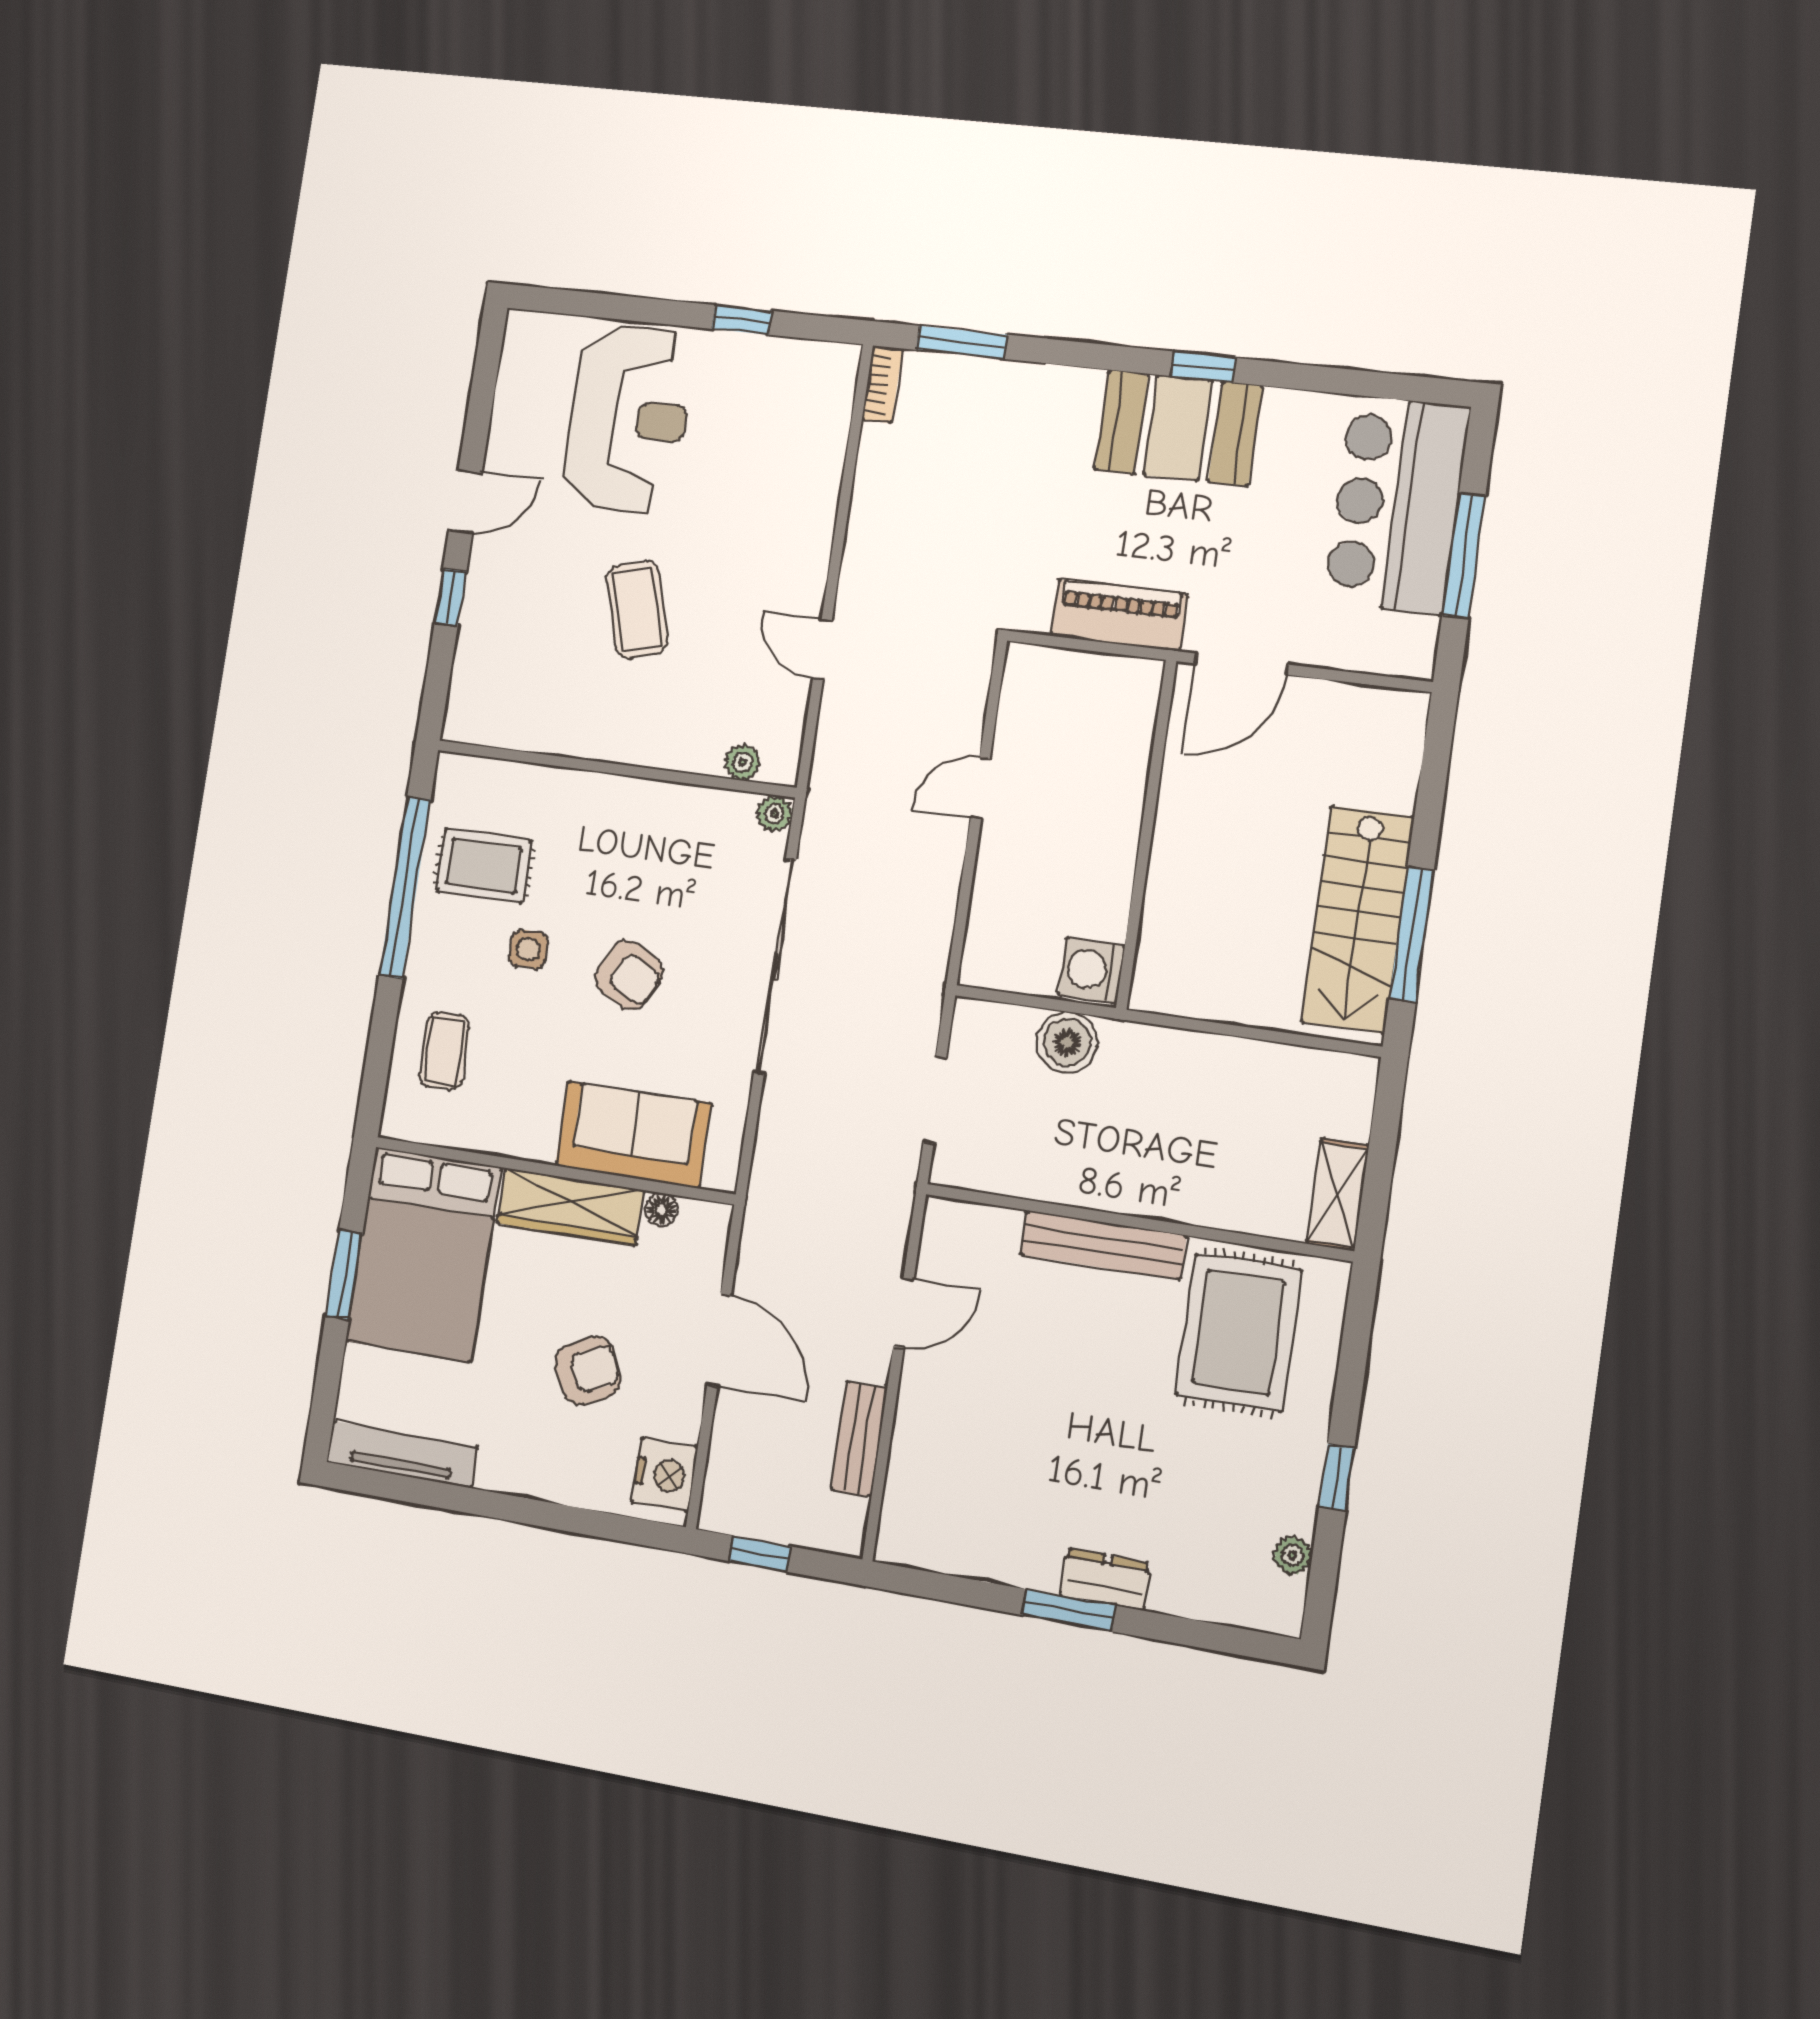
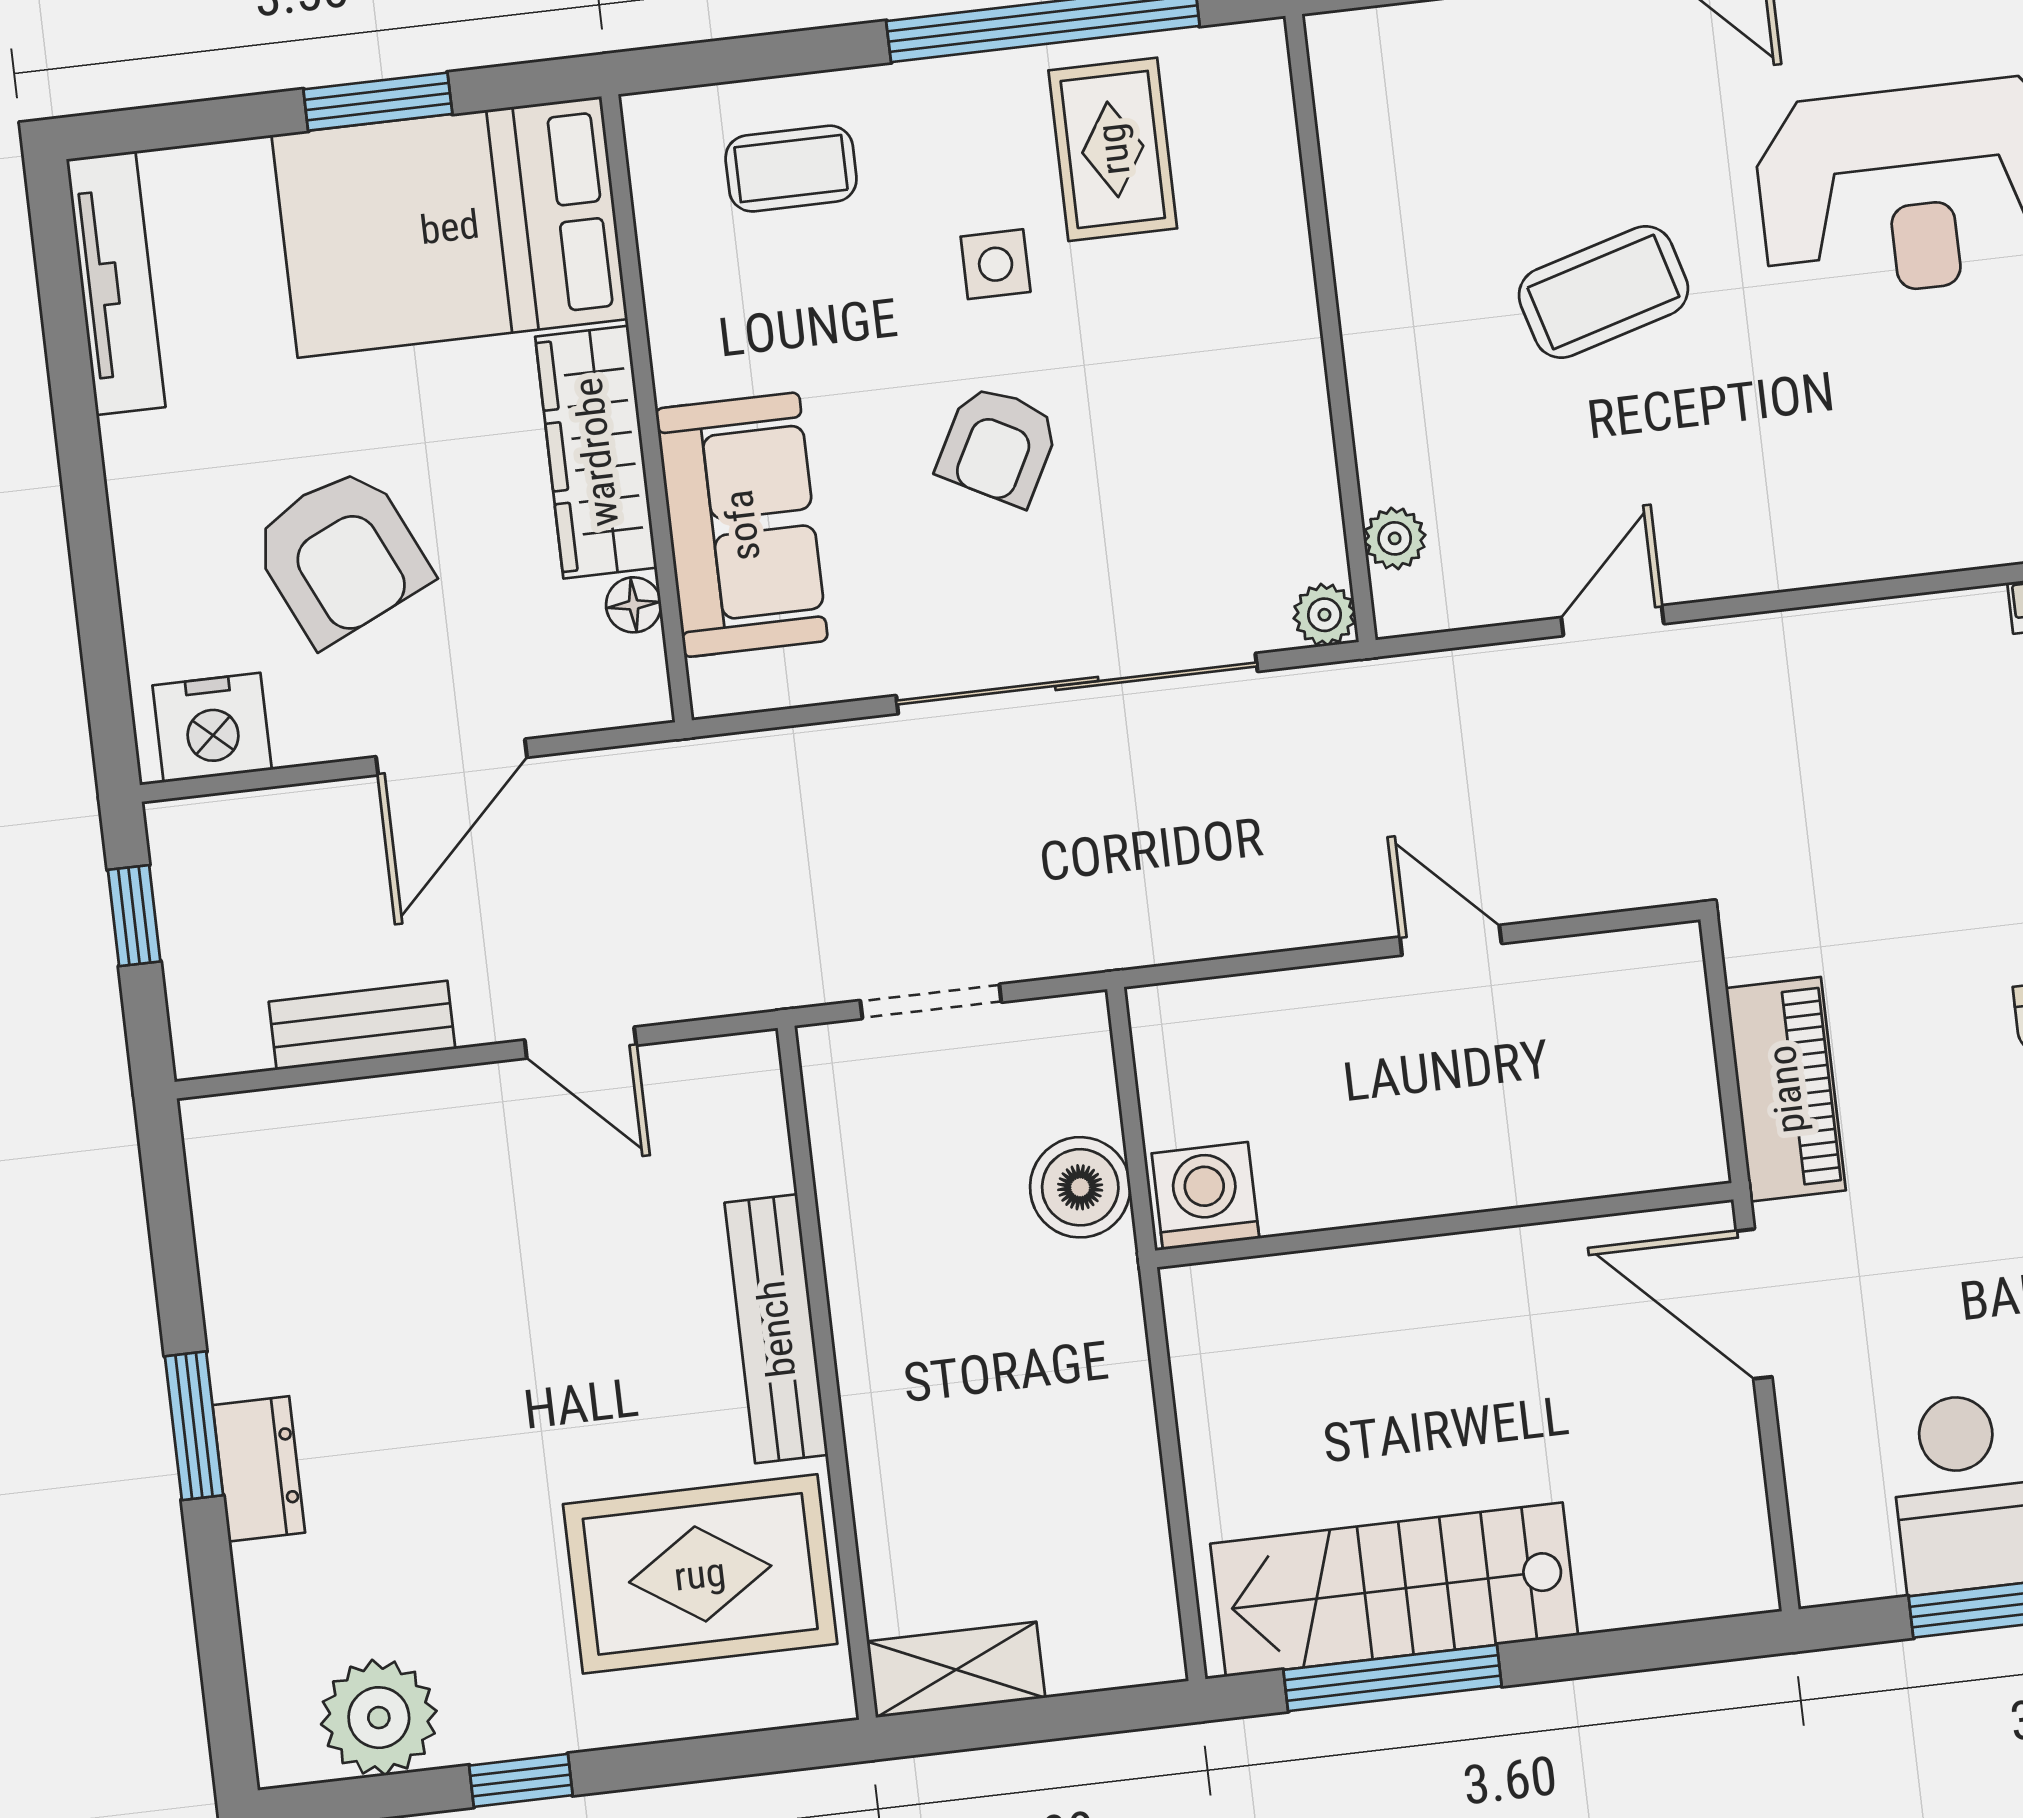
armchair: (588, 1371) -> (341, 556), width x1.38, depth x1.38
plant: (1293, 1555) -> (379, 1718), width x1.87, depth x1.87

